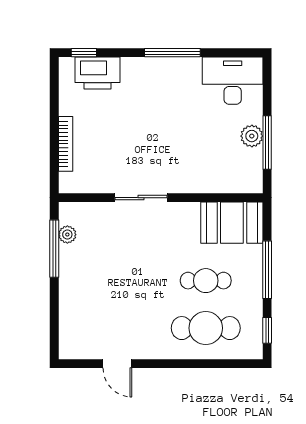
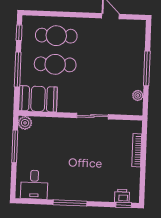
printer: (98, 73) -> (122, 196), width x0.53, depth x0.68
desk: (233, 81) -> (34, 185), width x0.73
plant: (252, 136) -> (25, 123), moved
window: (54, 249) -> (147, 68), moved
cafe table: (206, 281) -> (55, 64), width x1.37, depth x1.35

